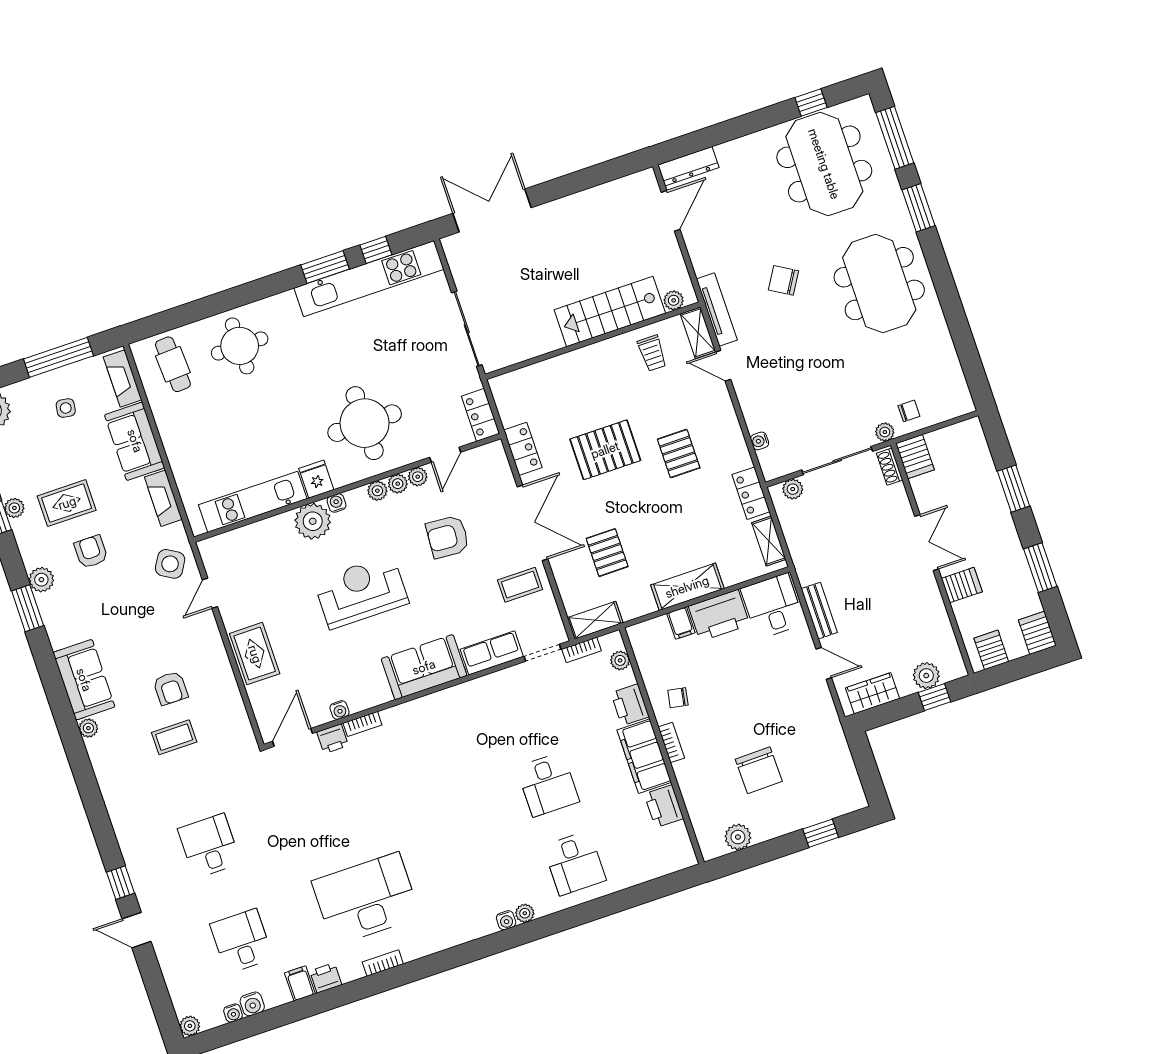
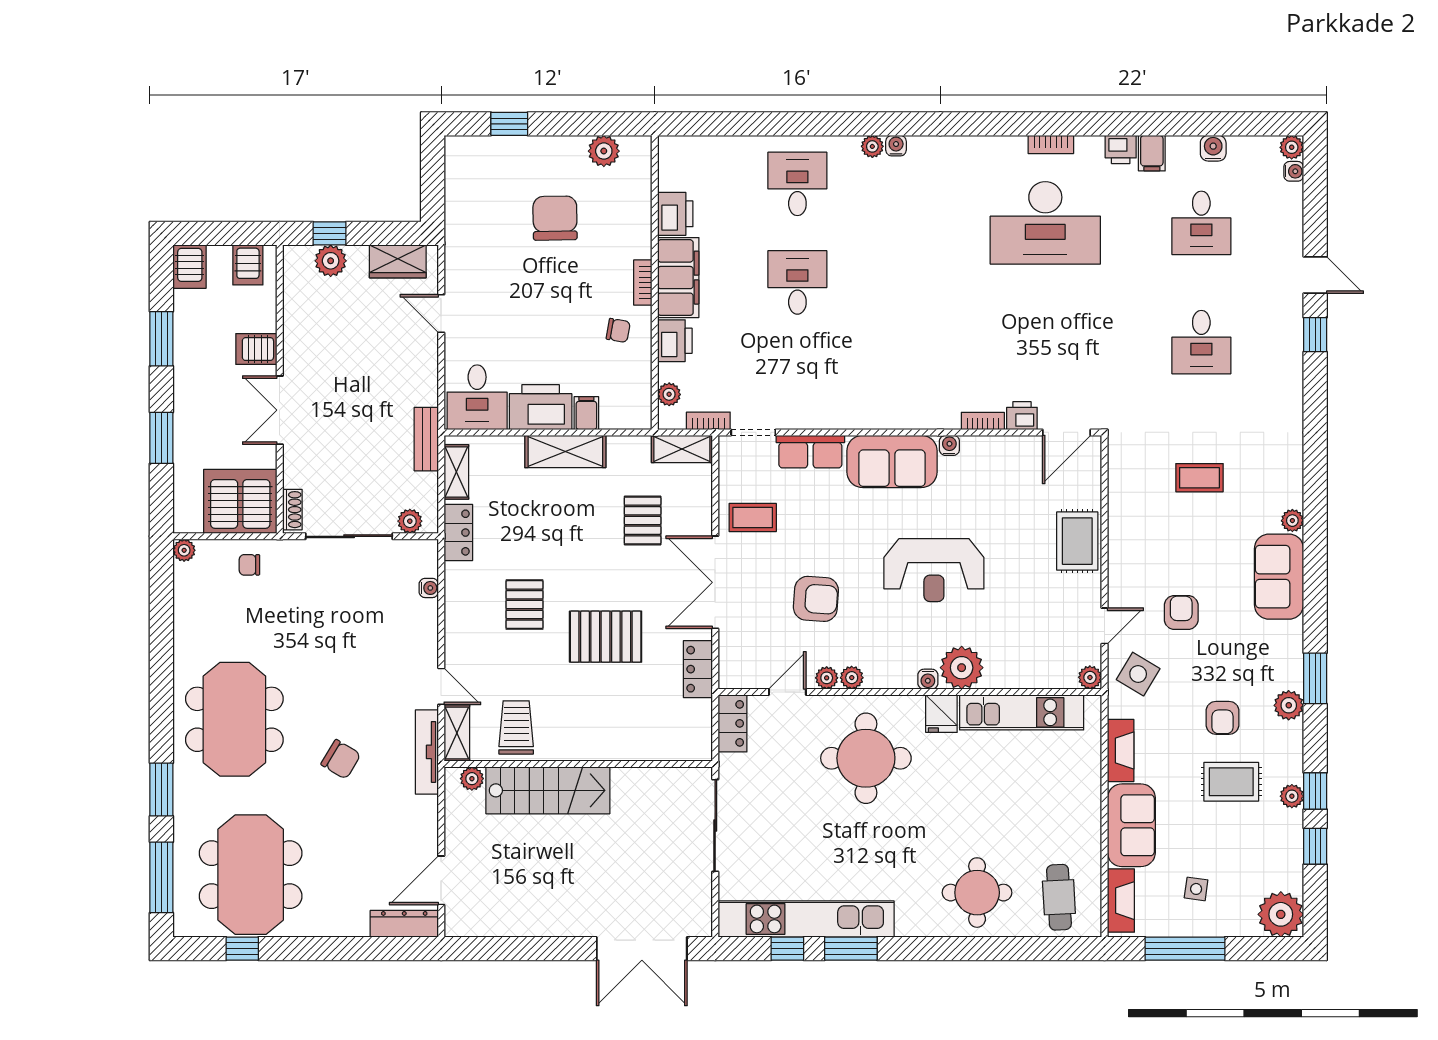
trolley: (652, 353) -> (516, 727), width x1.36, depth x1.39
plant: (885, 432) -> (184, 550), moved
server rack: (915, 457) -> (240, 501), width x2.18, depth x1.44
plant: (377, 491) -> (1090, 677), moved
bench: (819, 611) -> (426, 439), moved
armchair: (170, 688) -> (1181, 612), moved
water cooler: (340, 710) -> (949, 445), moved
water cooler: (233, 1013) -> (1294, 171), moved, turned 90

